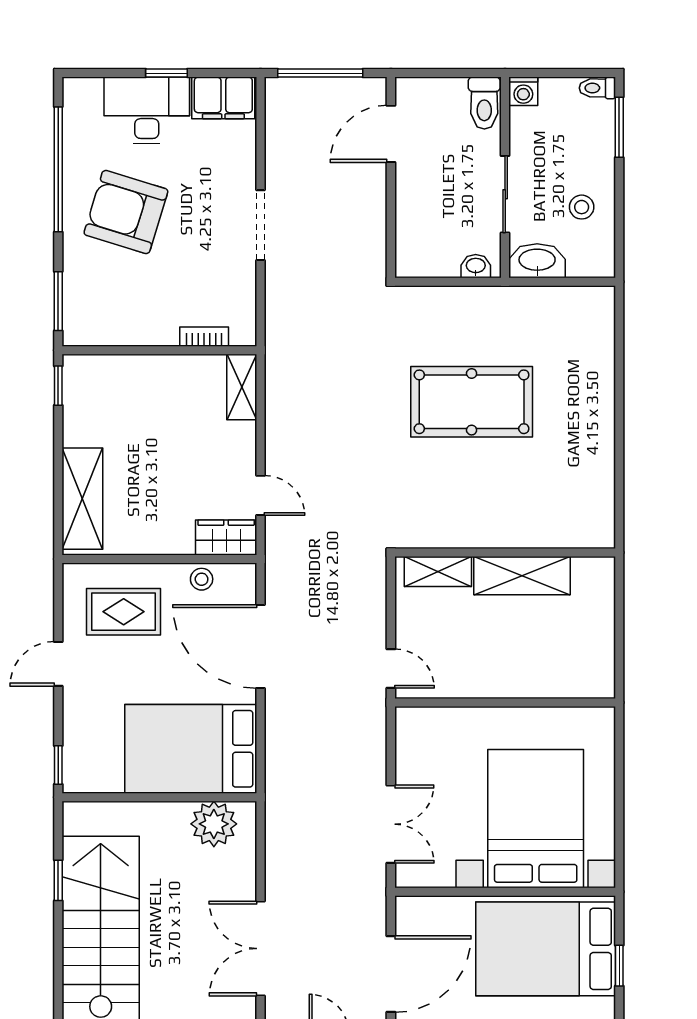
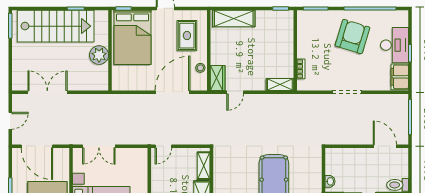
bed: (191, 749) -> (133, 37), moved, turned 180
plant: (214, 824) -> (99, 55), moved

